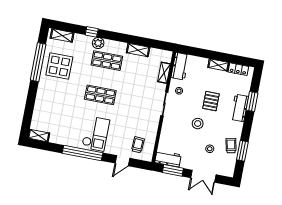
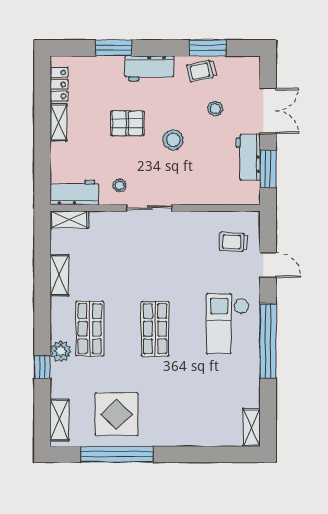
shelving: (164, 73) -> (69, 220), moved
workbench: (240, 108) -> (149, 68), moved
checkout: (96, 134) -> (228, 324), turned -90
workbench: (168, 159) -> (248, 157), moved

